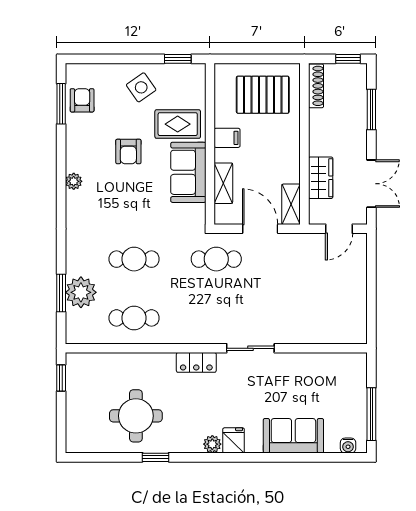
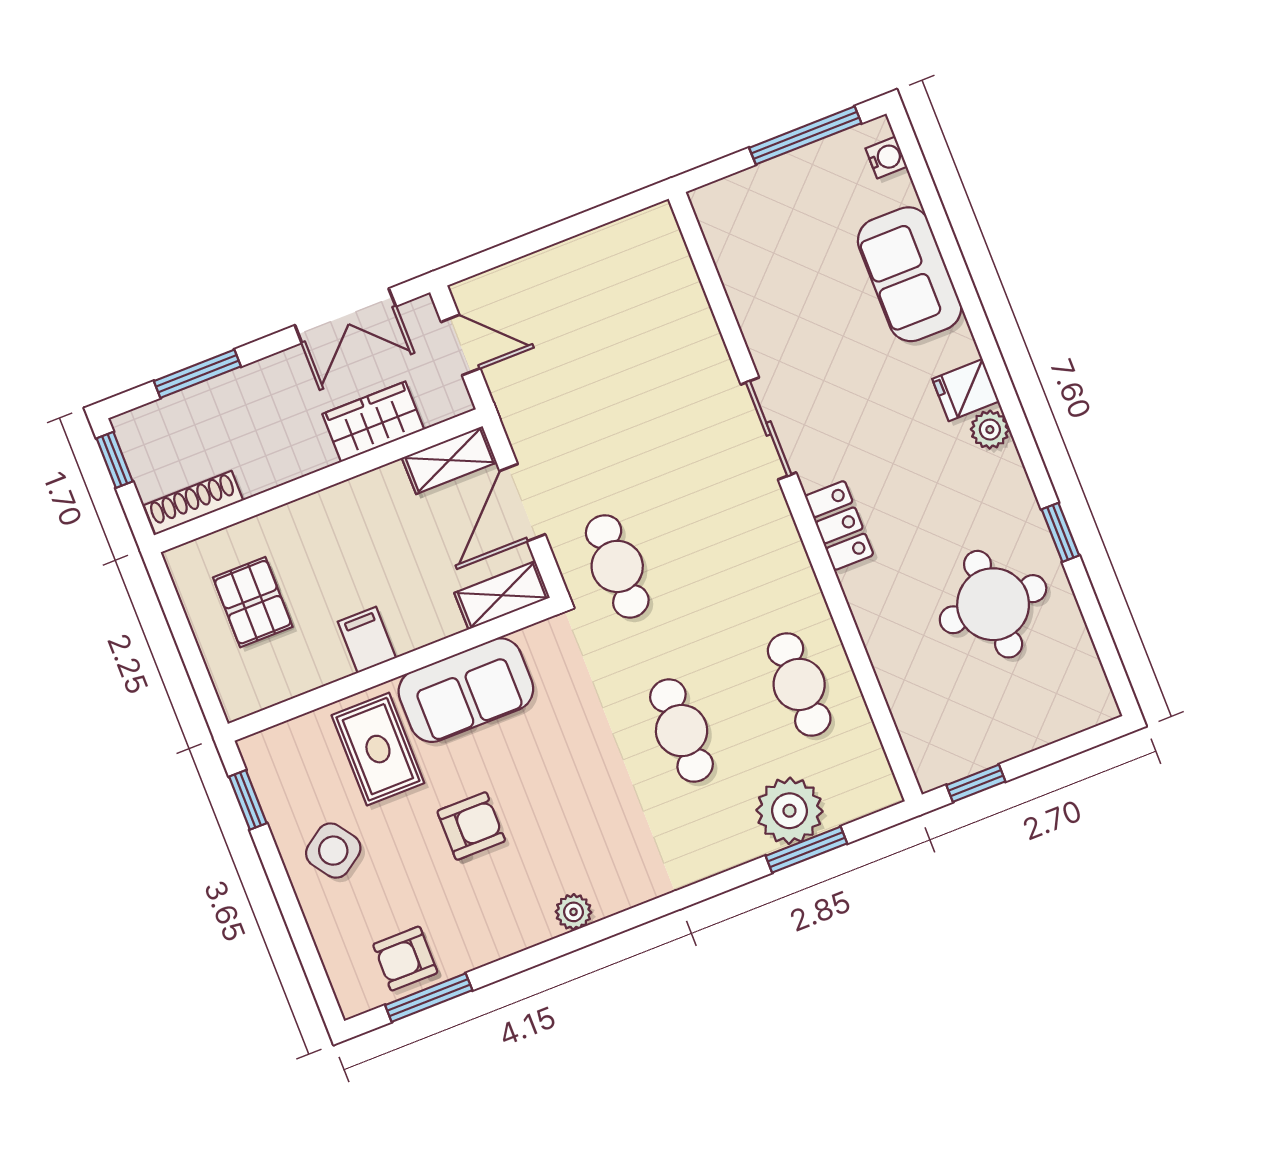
pallet: (263, 95) -> (253, 602), width x0.67, depth x0.71
shelving: (223, 183) -> (502, 595), moved
double door: (371, 184) -> (345, 316), swing flipped

